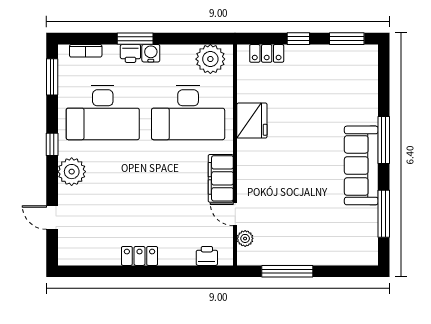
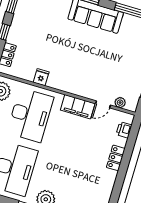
fridge: (252, 121) -> (41, 77), width x0.53, depth x0.75
locker: (139, 256) -> (116, 158), moved

